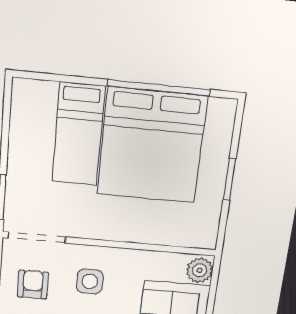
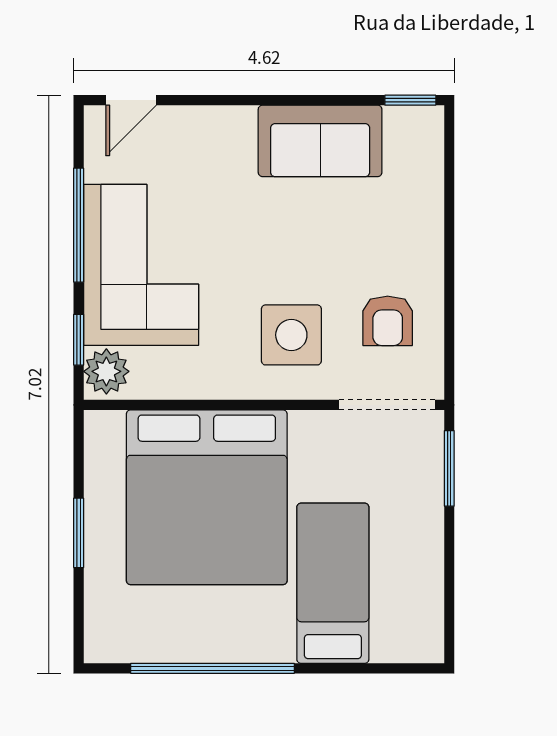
bed: (152, 146) -> (207, 497), moved, turned 180
side table: (90, 281) -> (291, 335), width x1.37, depth x1.37
window: (213, 289) -> (79, 340), added

